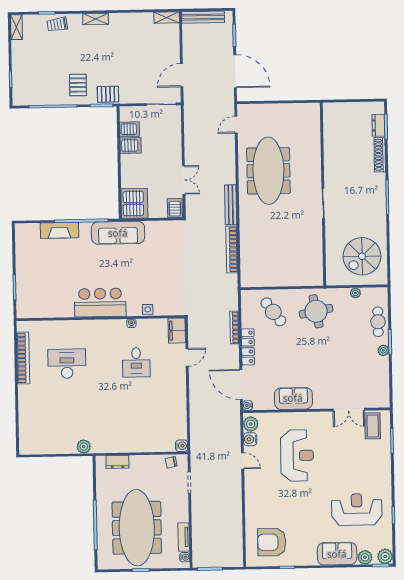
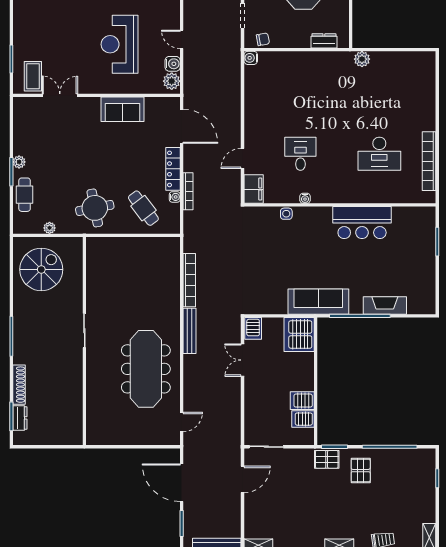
bar counter: (100, 303) -> (362, 223), moved
water cooler: (248, 405) -> (175, 197), moved

